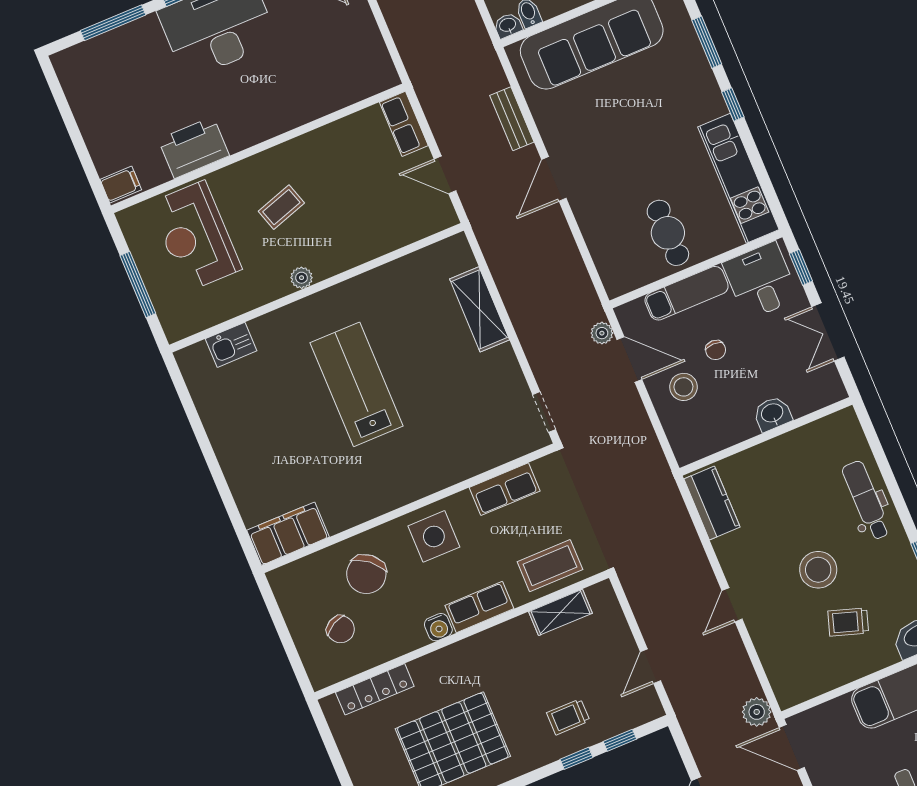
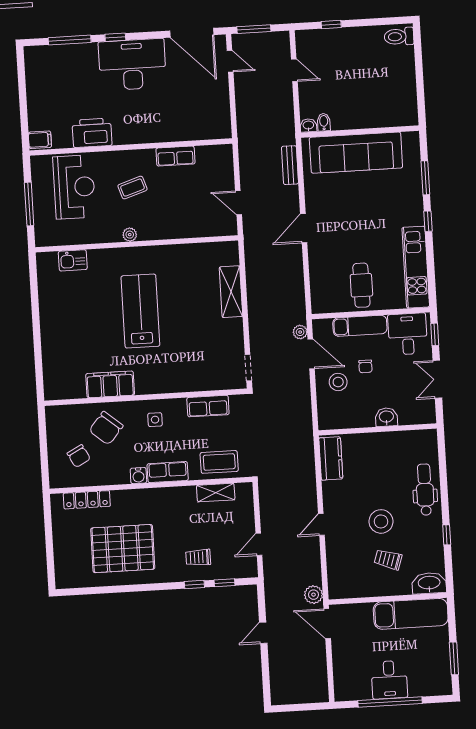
bench: (512, 119) -> (290, 165), moved
row of seats: (404, 124) -> (175, 156), moved, turned -90
reception desk: (195, 236) -> (74, 187), turned 180
filing cabinet: (288, 534) -> (110, 384), moved
side table: (434, 536) -> (155, 420), width x0.54, depth x0.54

